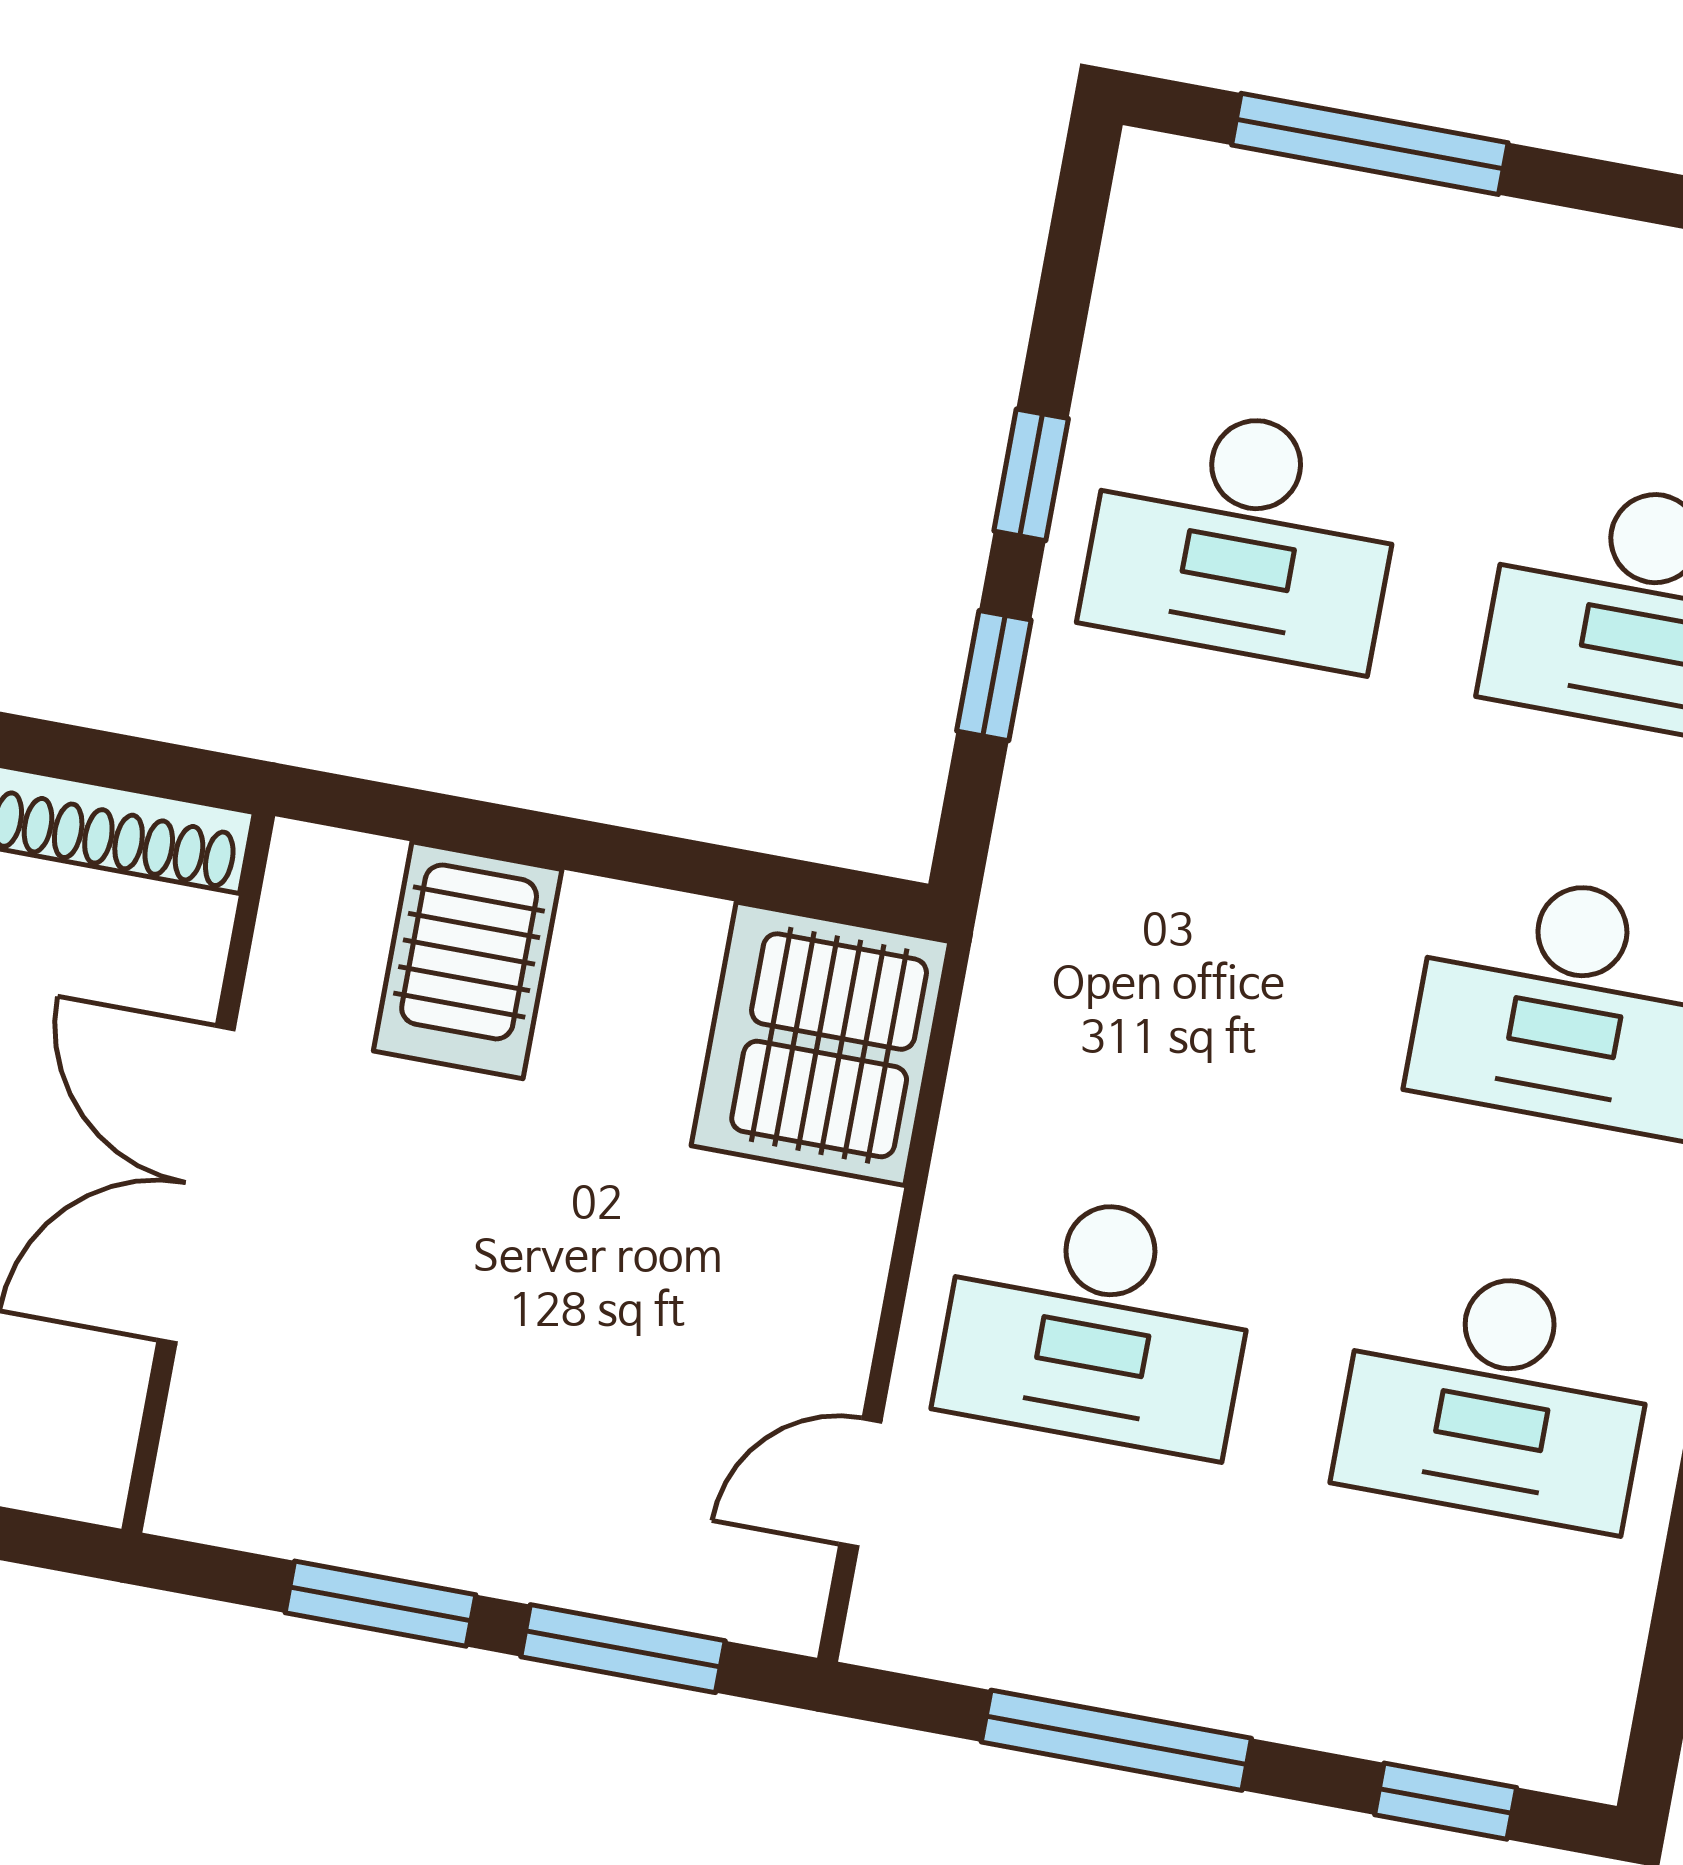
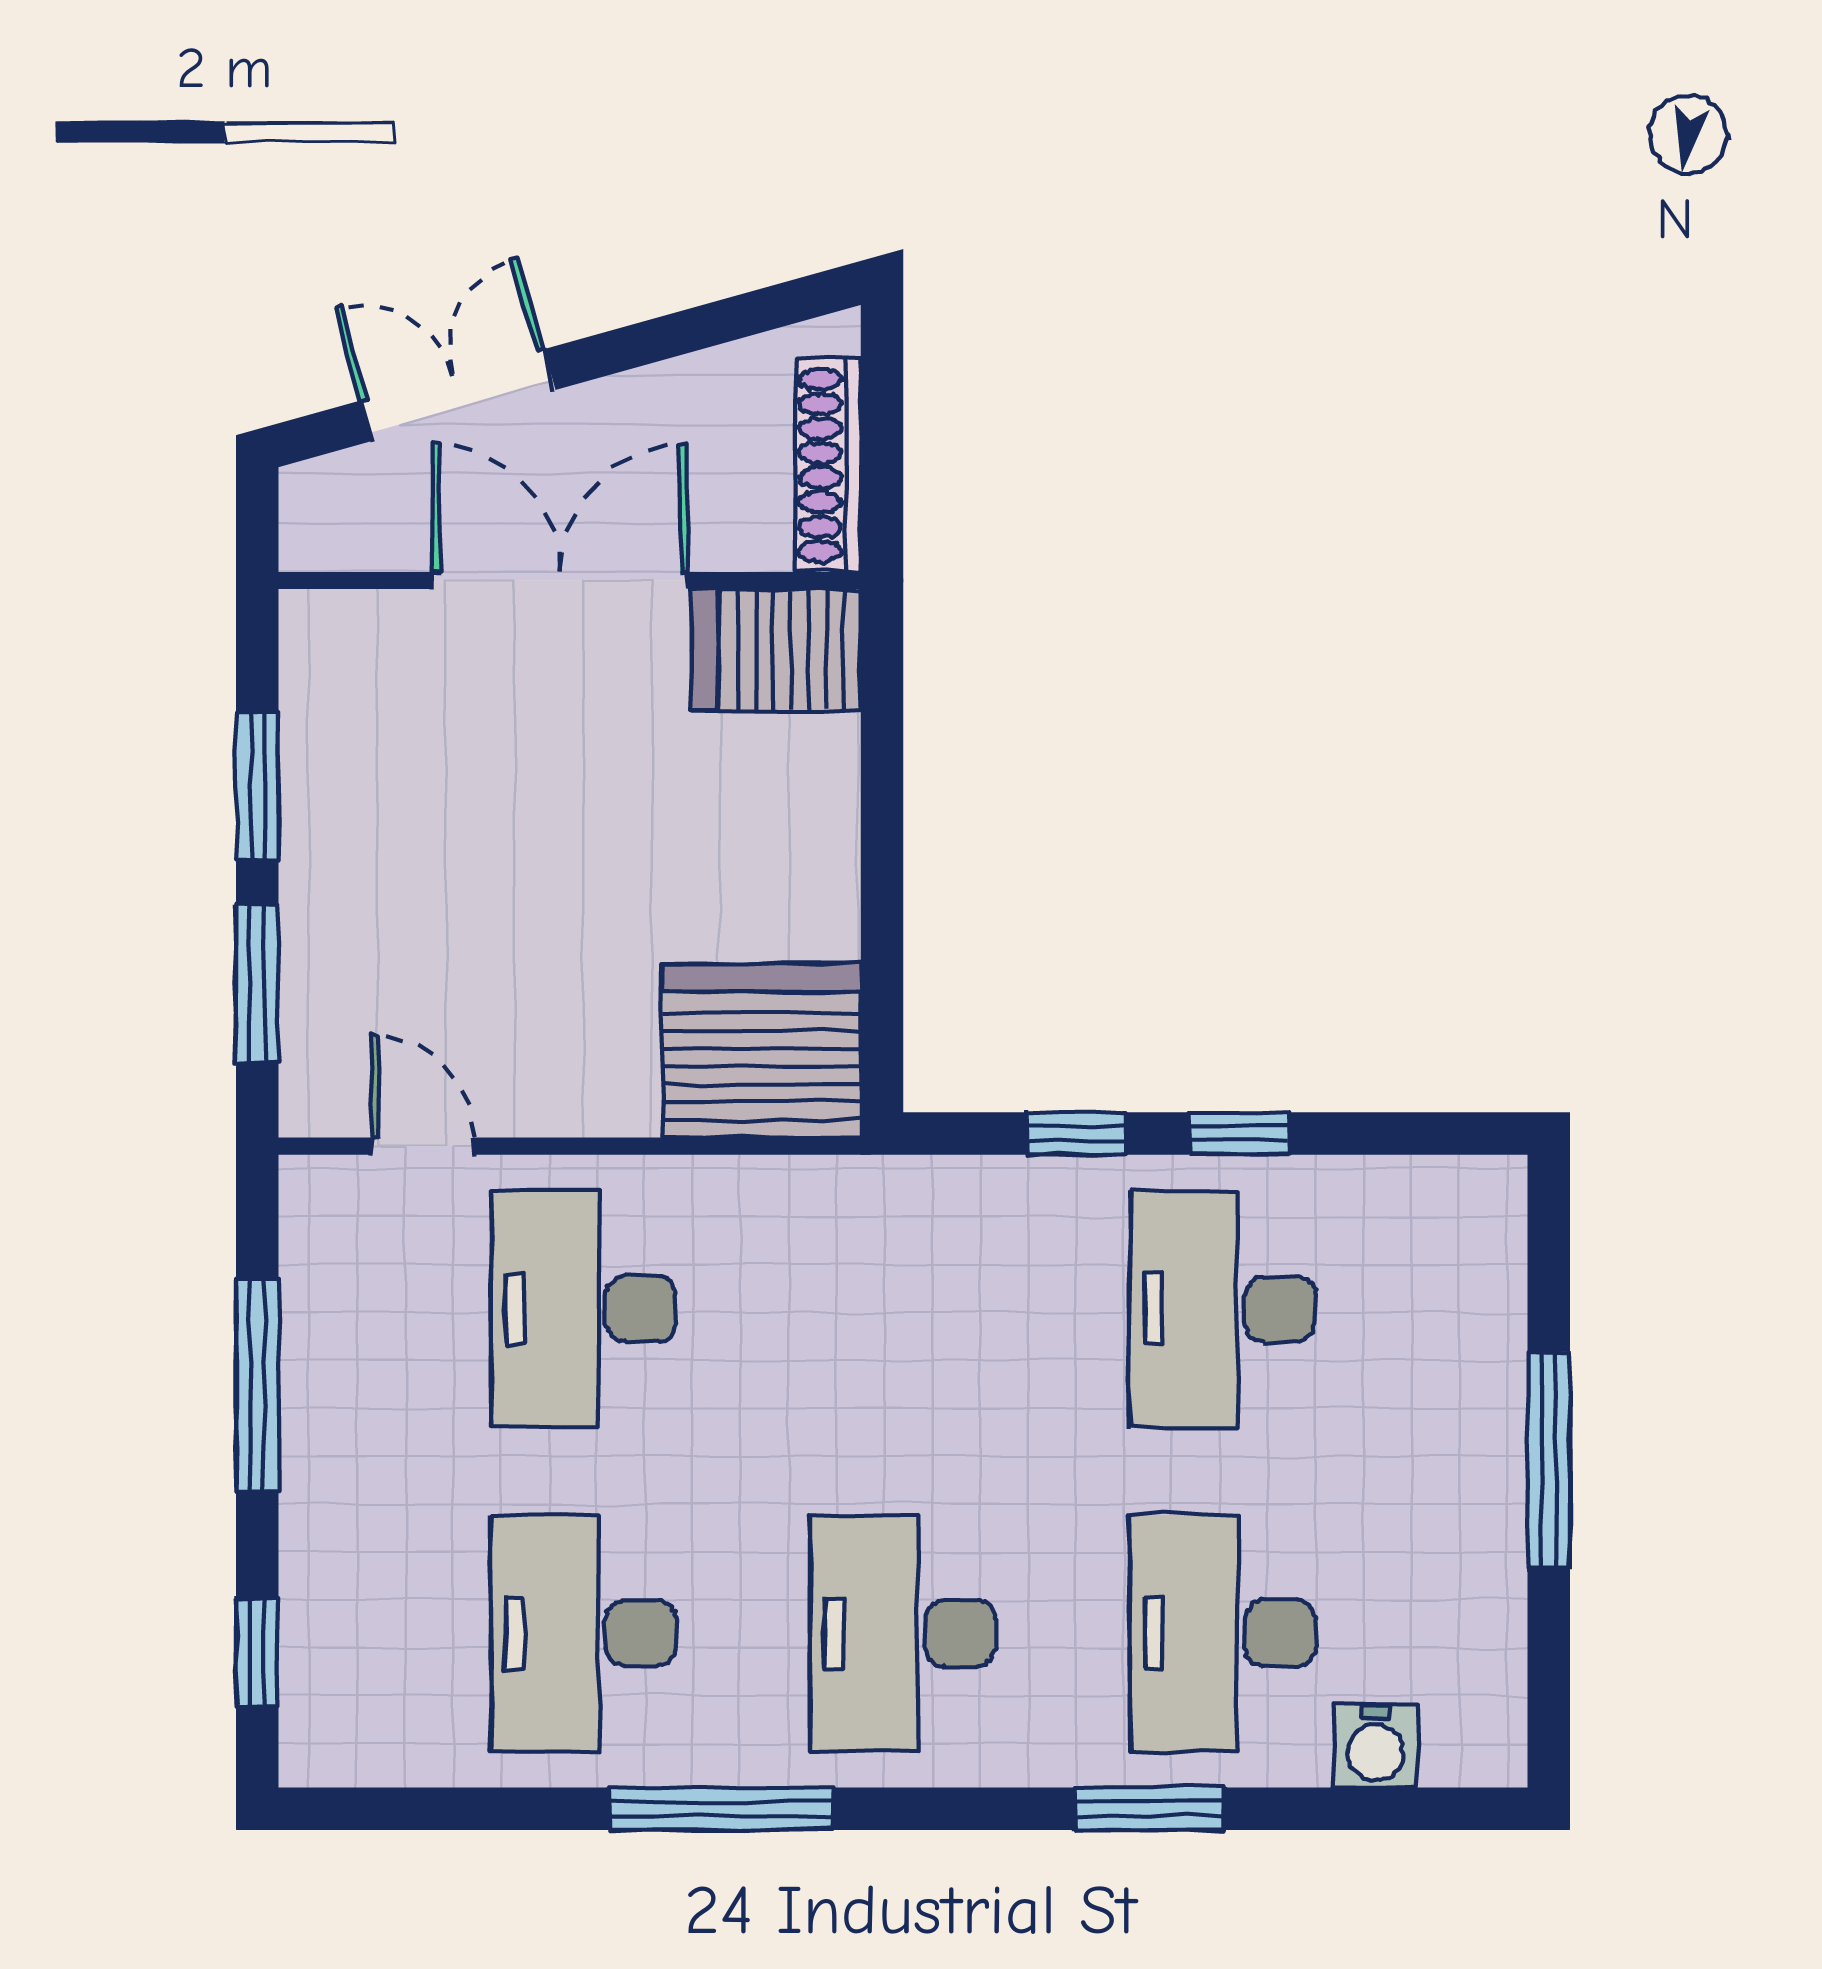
window: (1370, 144) -> (1549, 1460), moved
server rack: (468, 960) -> (776, 650), moved

